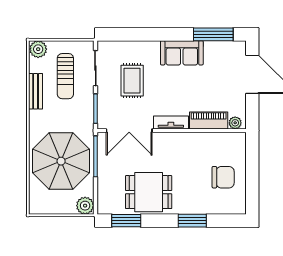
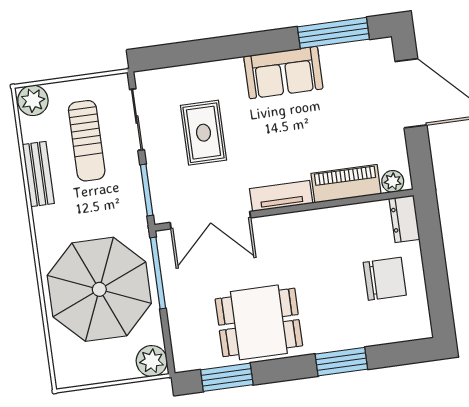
dresser: (239, 145) -> (404, 219), added

